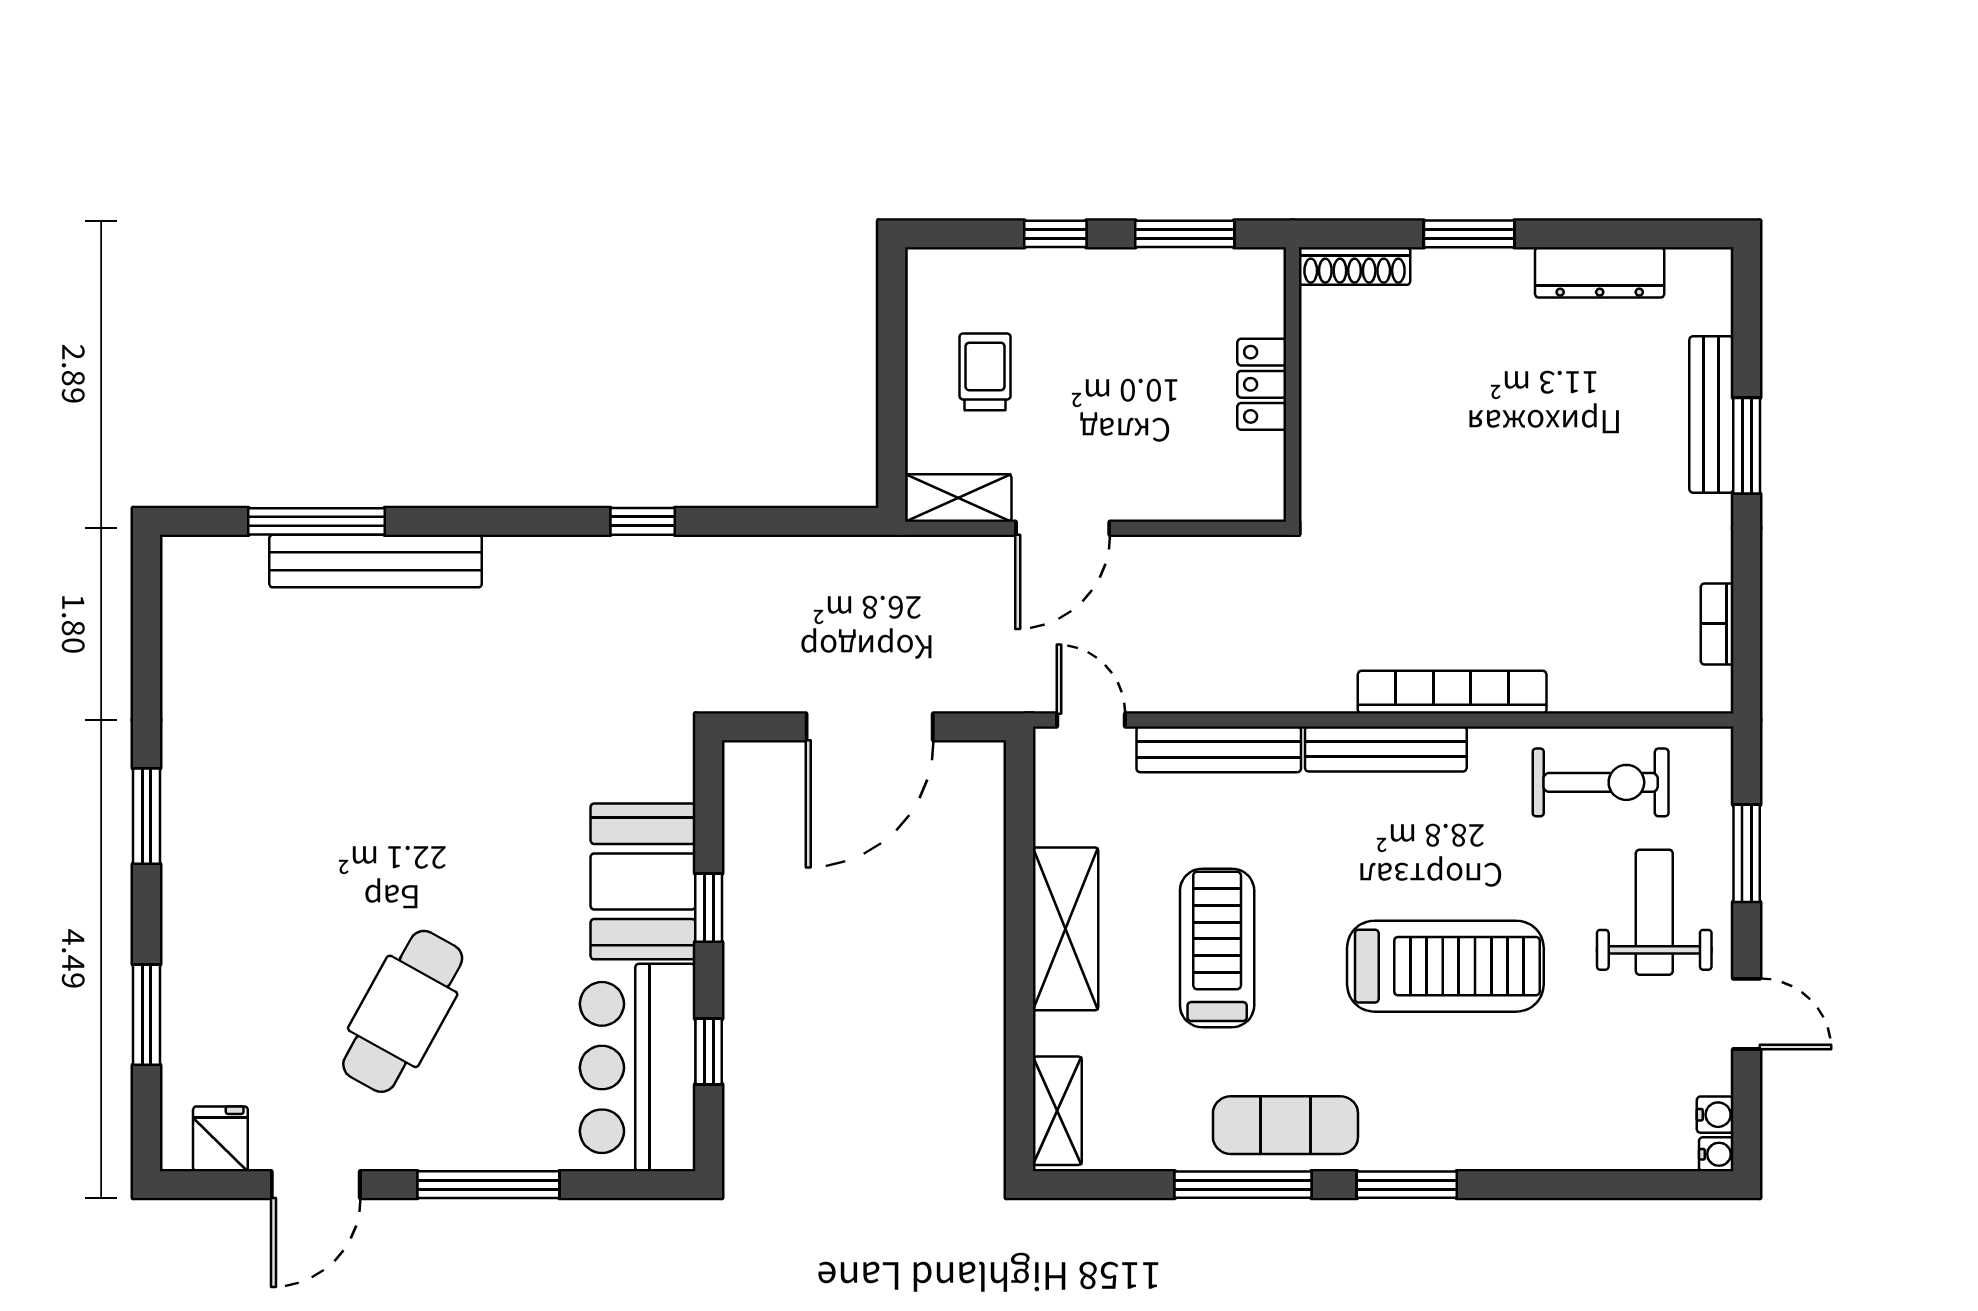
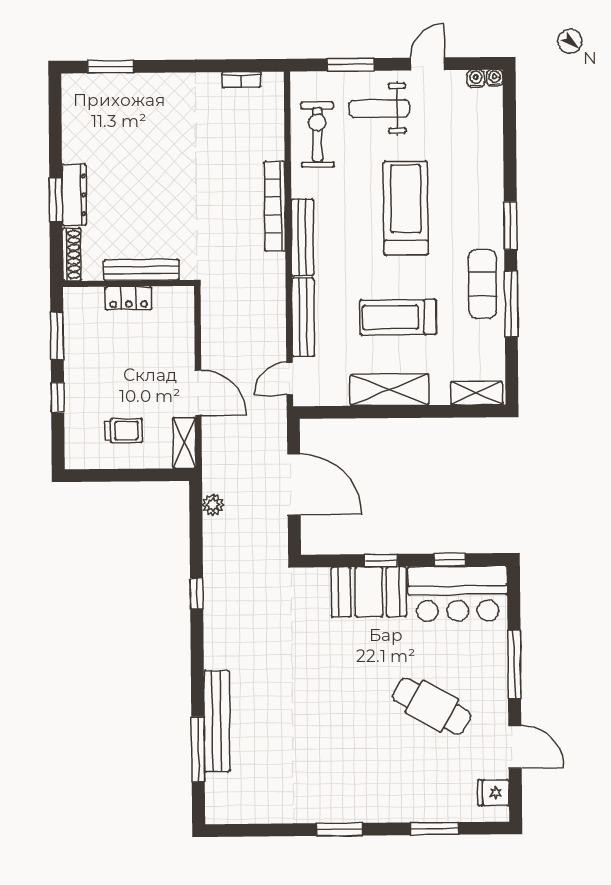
dresser: (1600, 272) -> (74, 195), moved
trolley: (985, 372) -> (124, 431), turned 180
bench: (1711, 414) -> (141, 270), moved
window: (1747, 446) -> (111, 67), moved
plant: (828, 557) -> (213, 505), added

